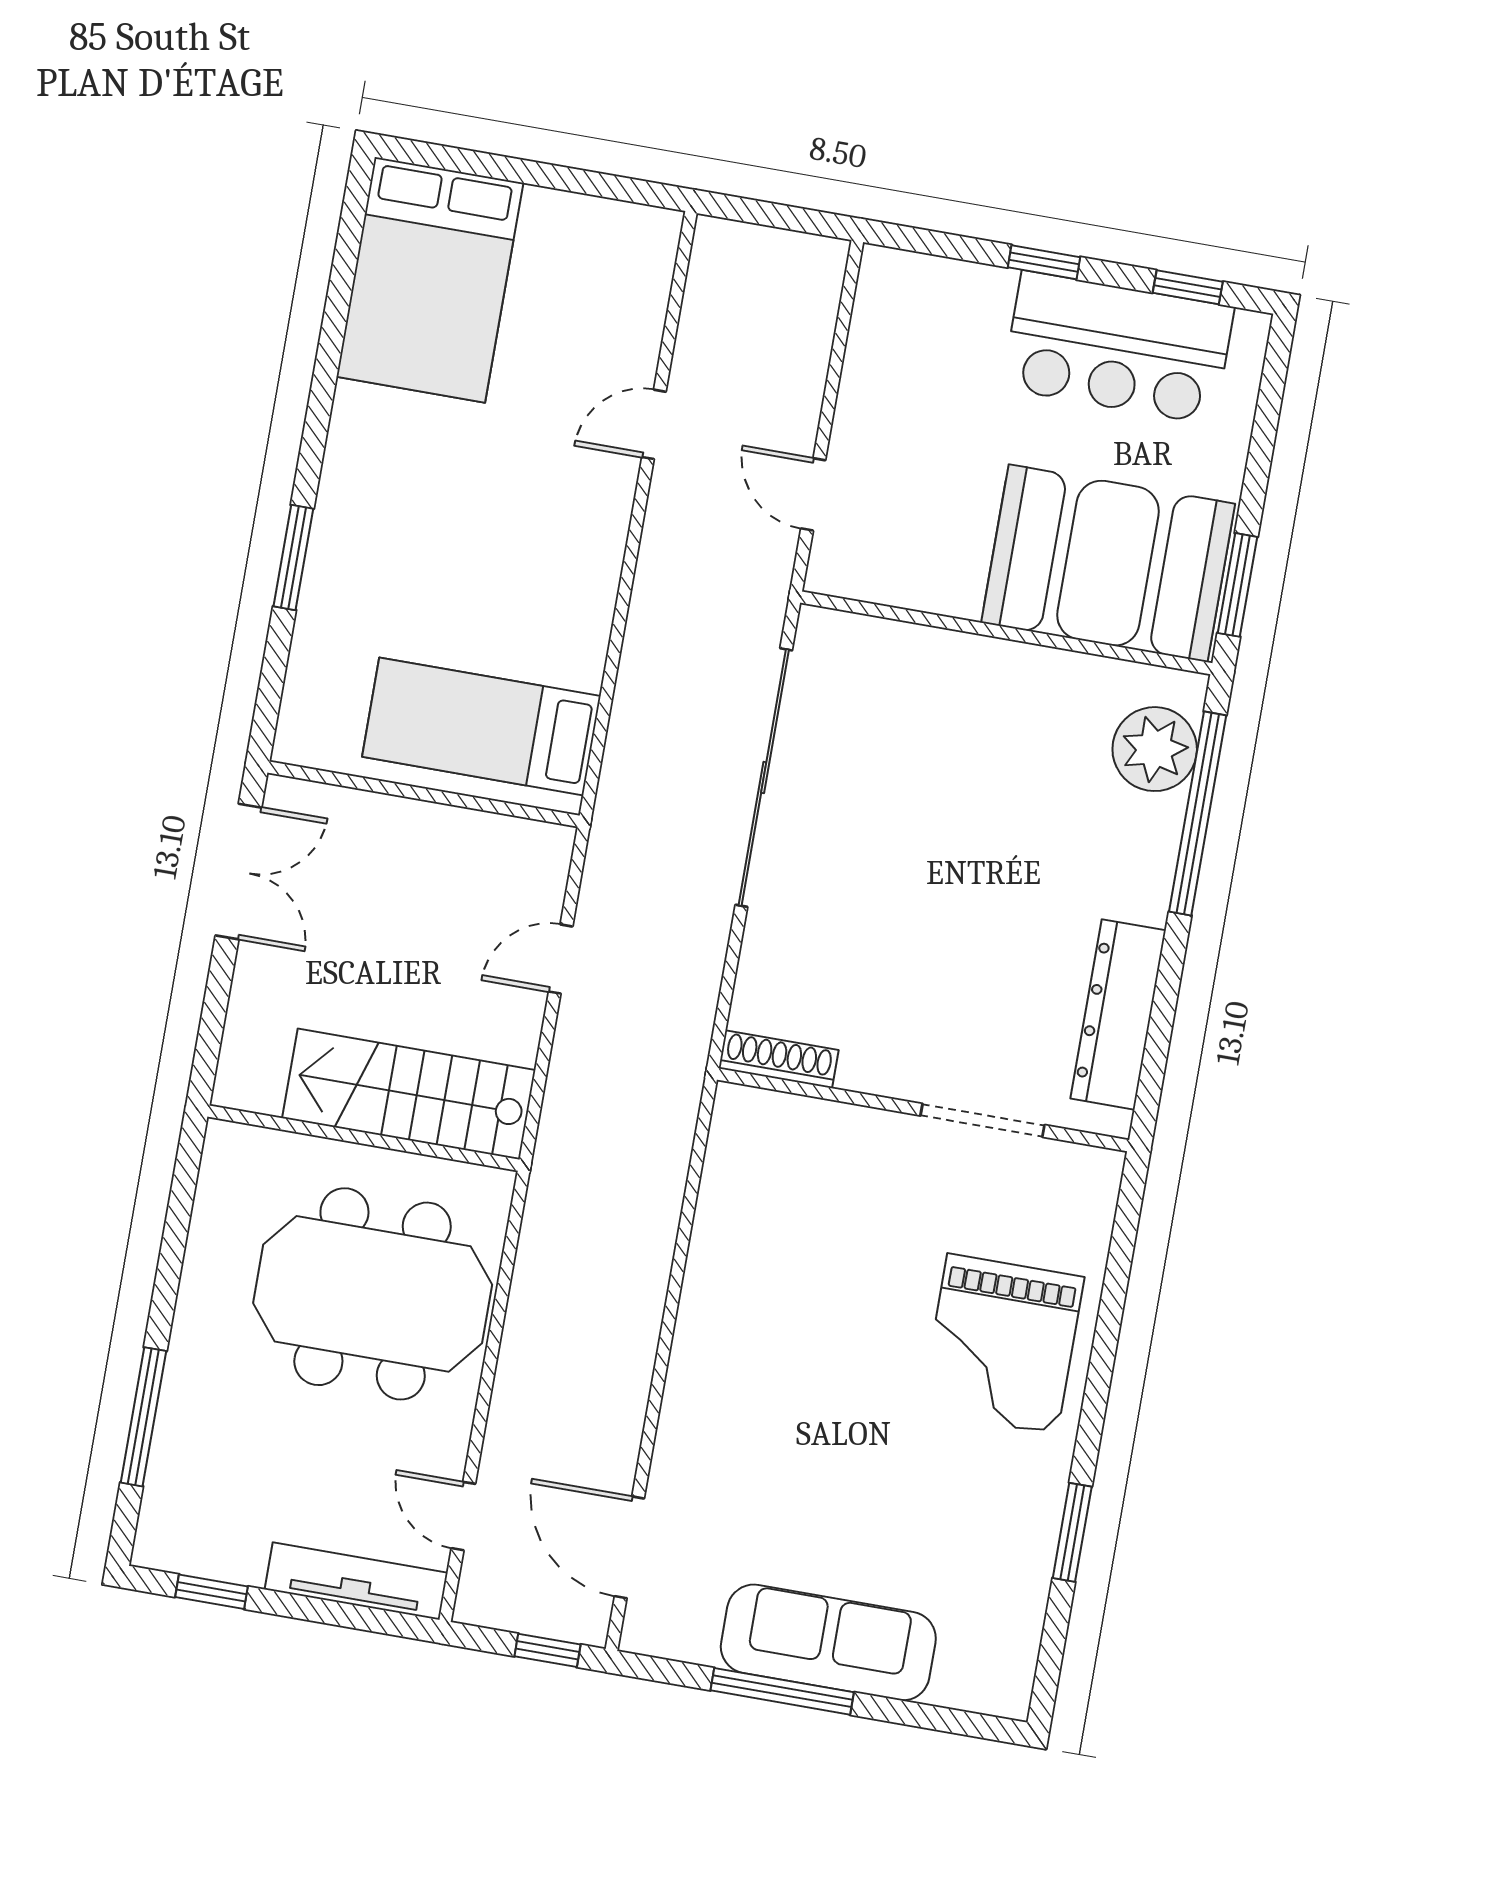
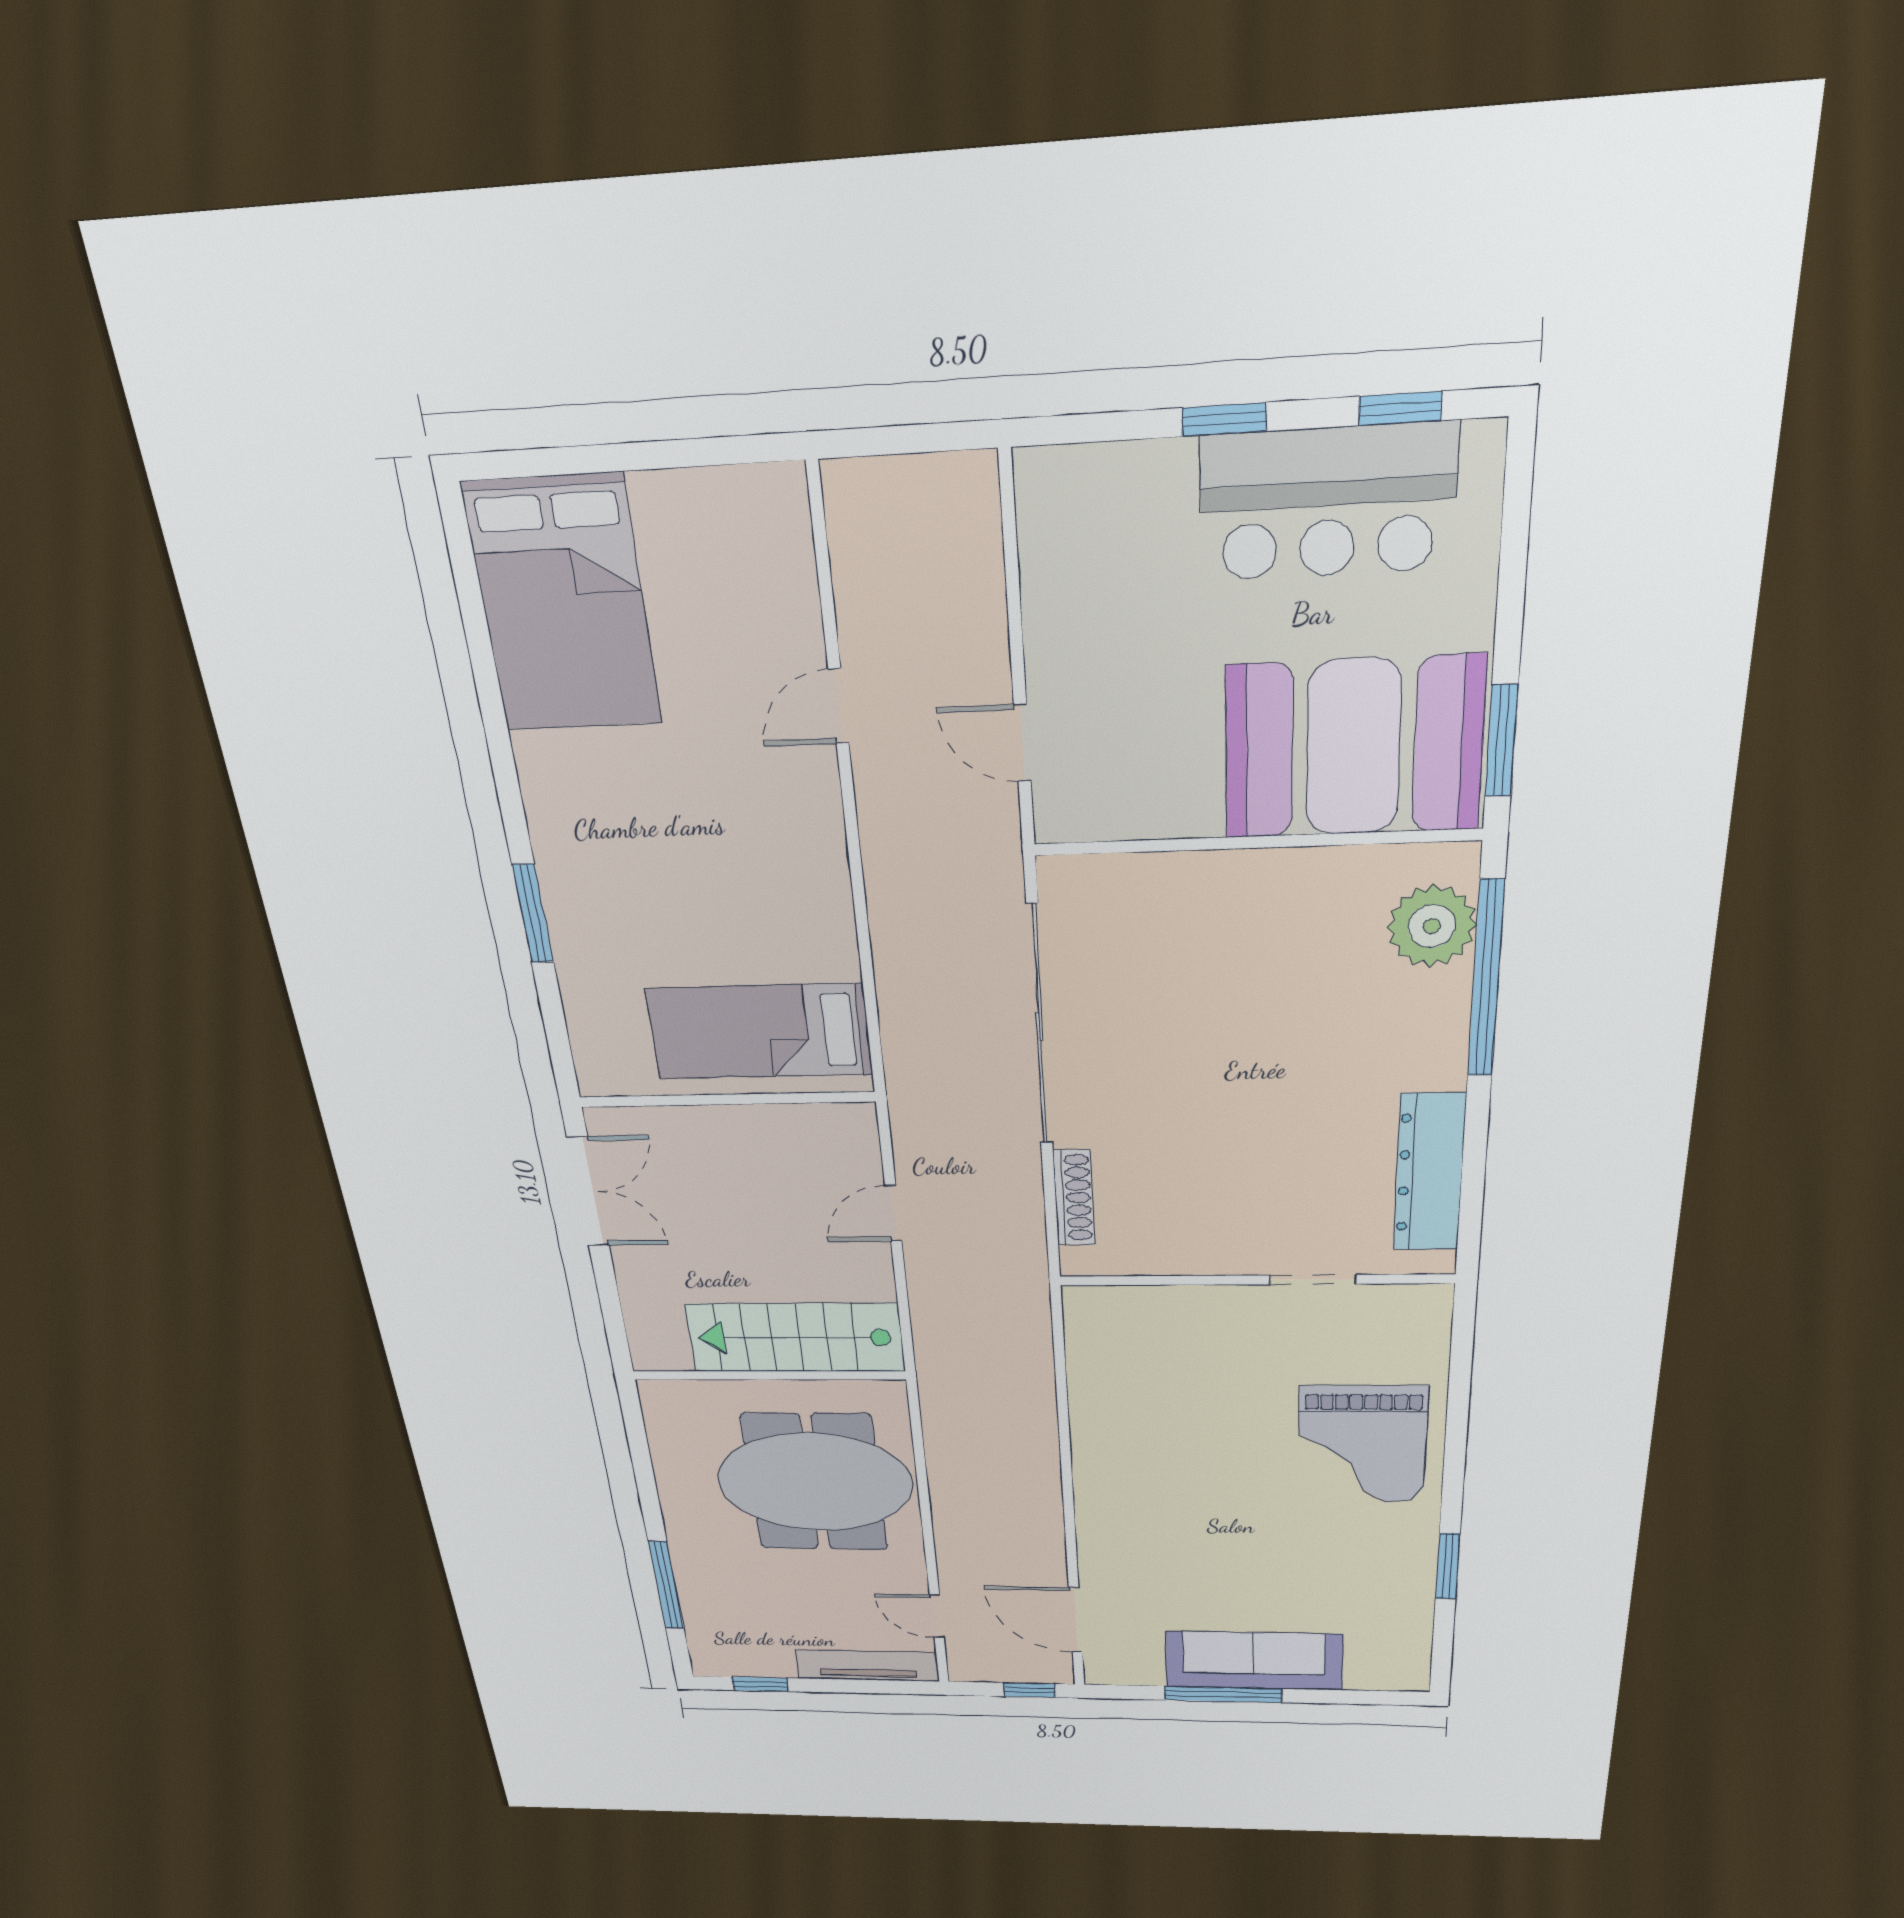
shoe rack: (779, 1059) -> (1074, 1198), moved, turned 90
doorway: (982, 1120) -> (1313, 1280), width x0.73

